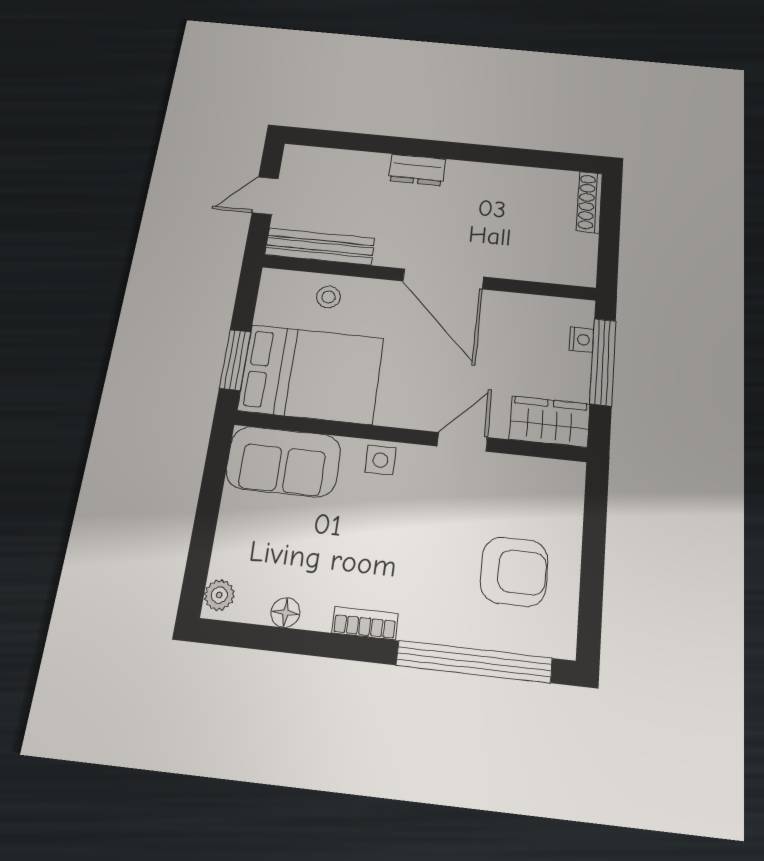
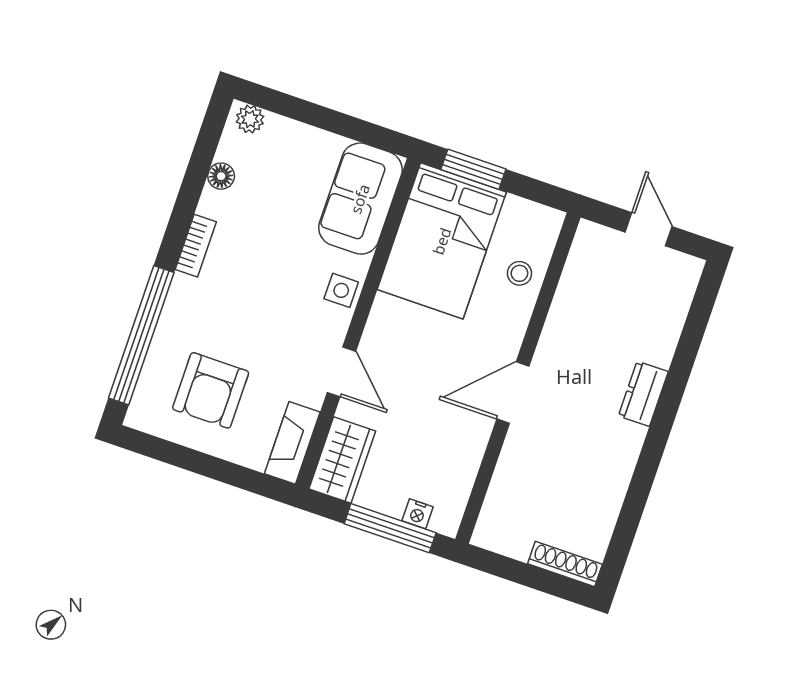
bench: (320, 247) -> (577, 275), removed
door: (443, 279) -> (513, 393), width x0.73
fireplace: (546, 475) -> (292, 443), added

